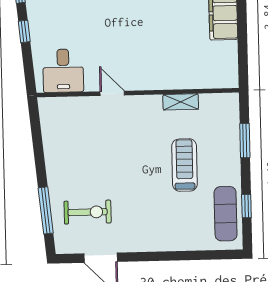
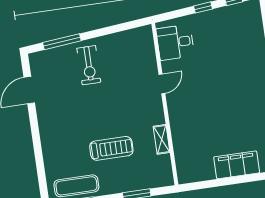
exercise bike: (88, 212) -> (89, 65), moved

